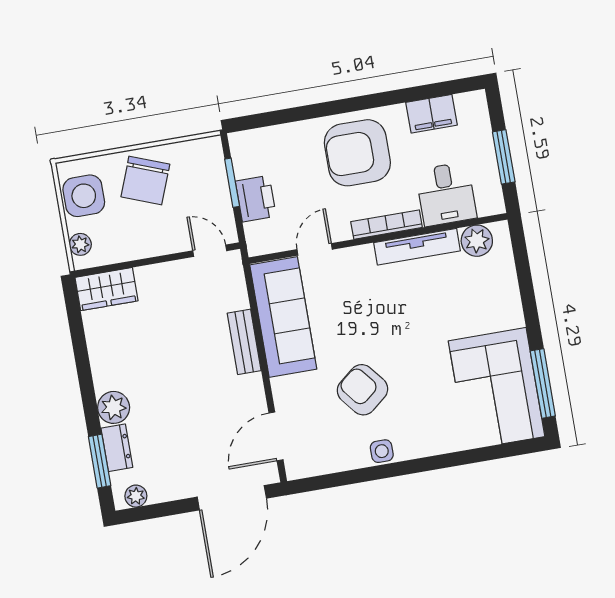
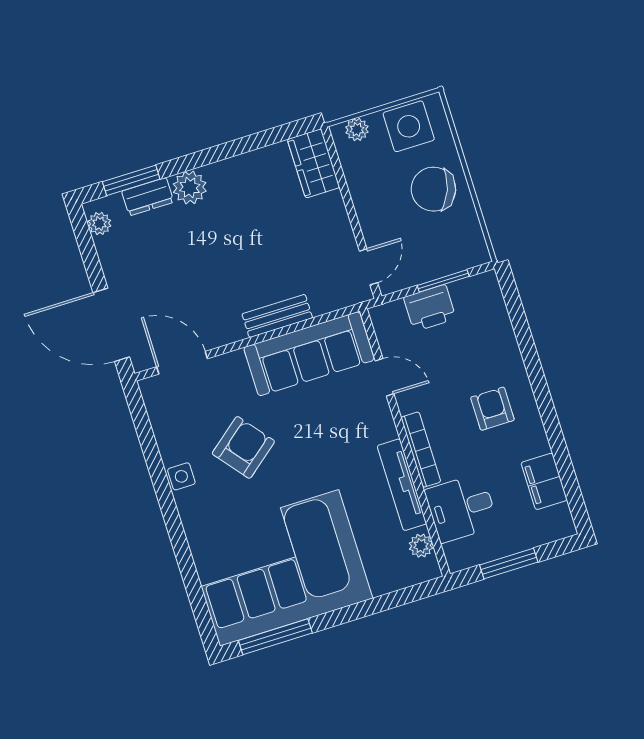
armchair: (357, 153) -> (492, 409), width x0.53, depth x0.53
plant: (477, 241) -> (421, 546), width x0.73, depth x0.73
corner sofa: (497, 389) -> (279, 568), width x1.36, depth x1.36

